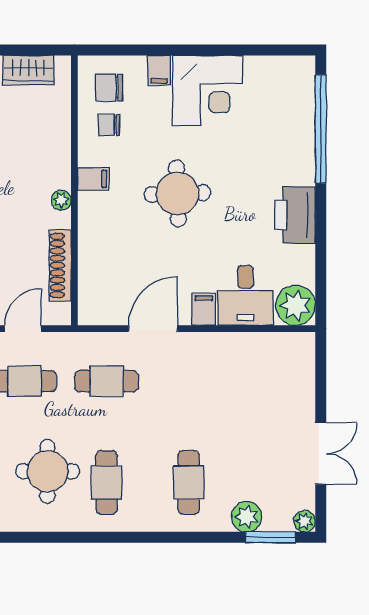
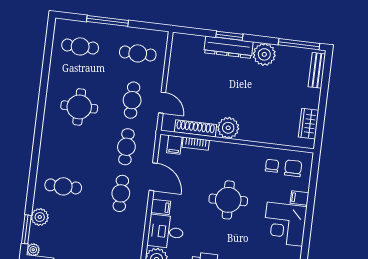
filing cabinet: (93, 179) -> (174, 145), moved
plant: (61, 200) -> (228, 128), width x1.87, depth x1.87
bookcase: (87, 262) -> (196, 144), added
cafe table: (107, 483) -> (121, 193), moved, turned 90

